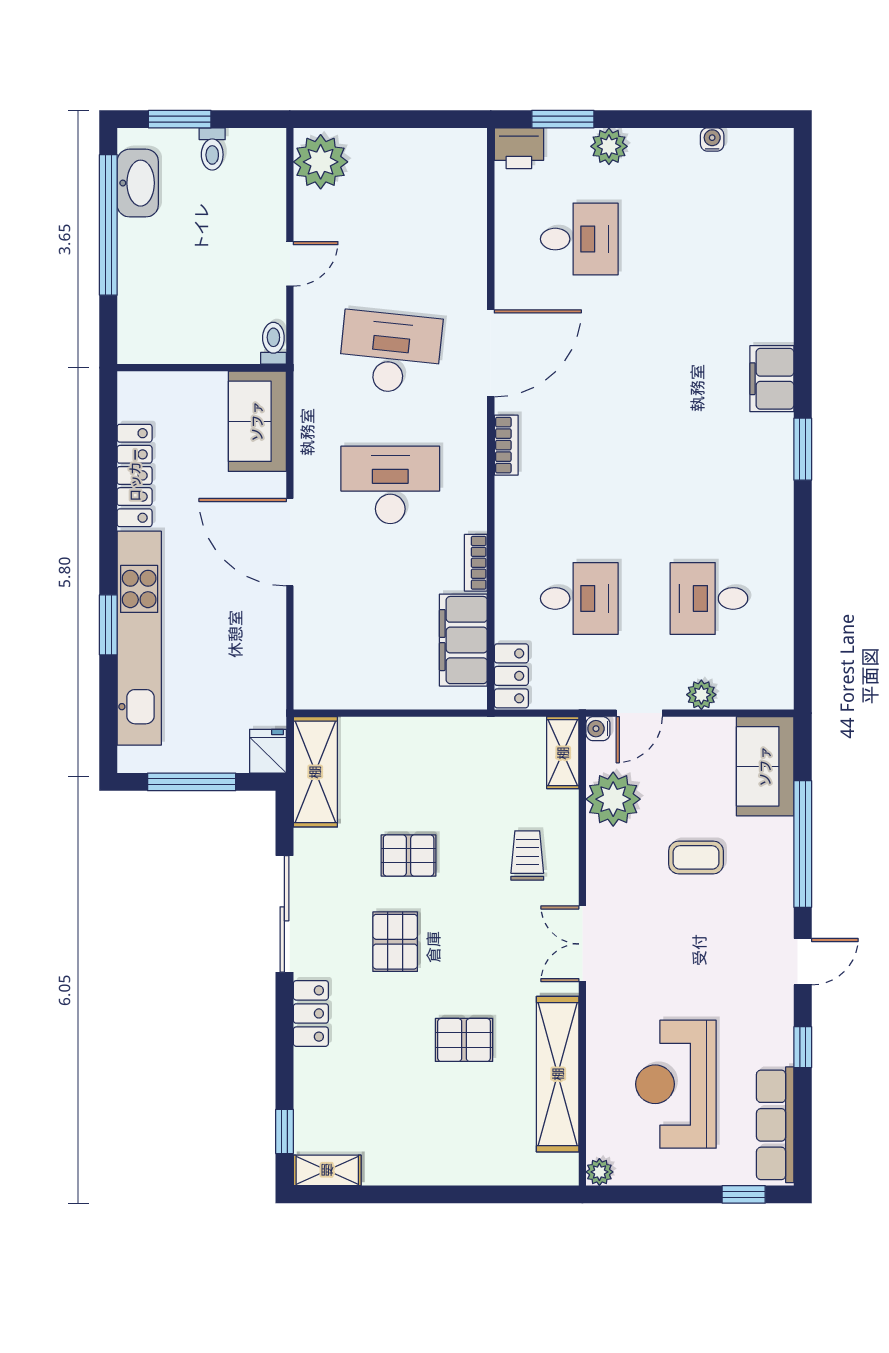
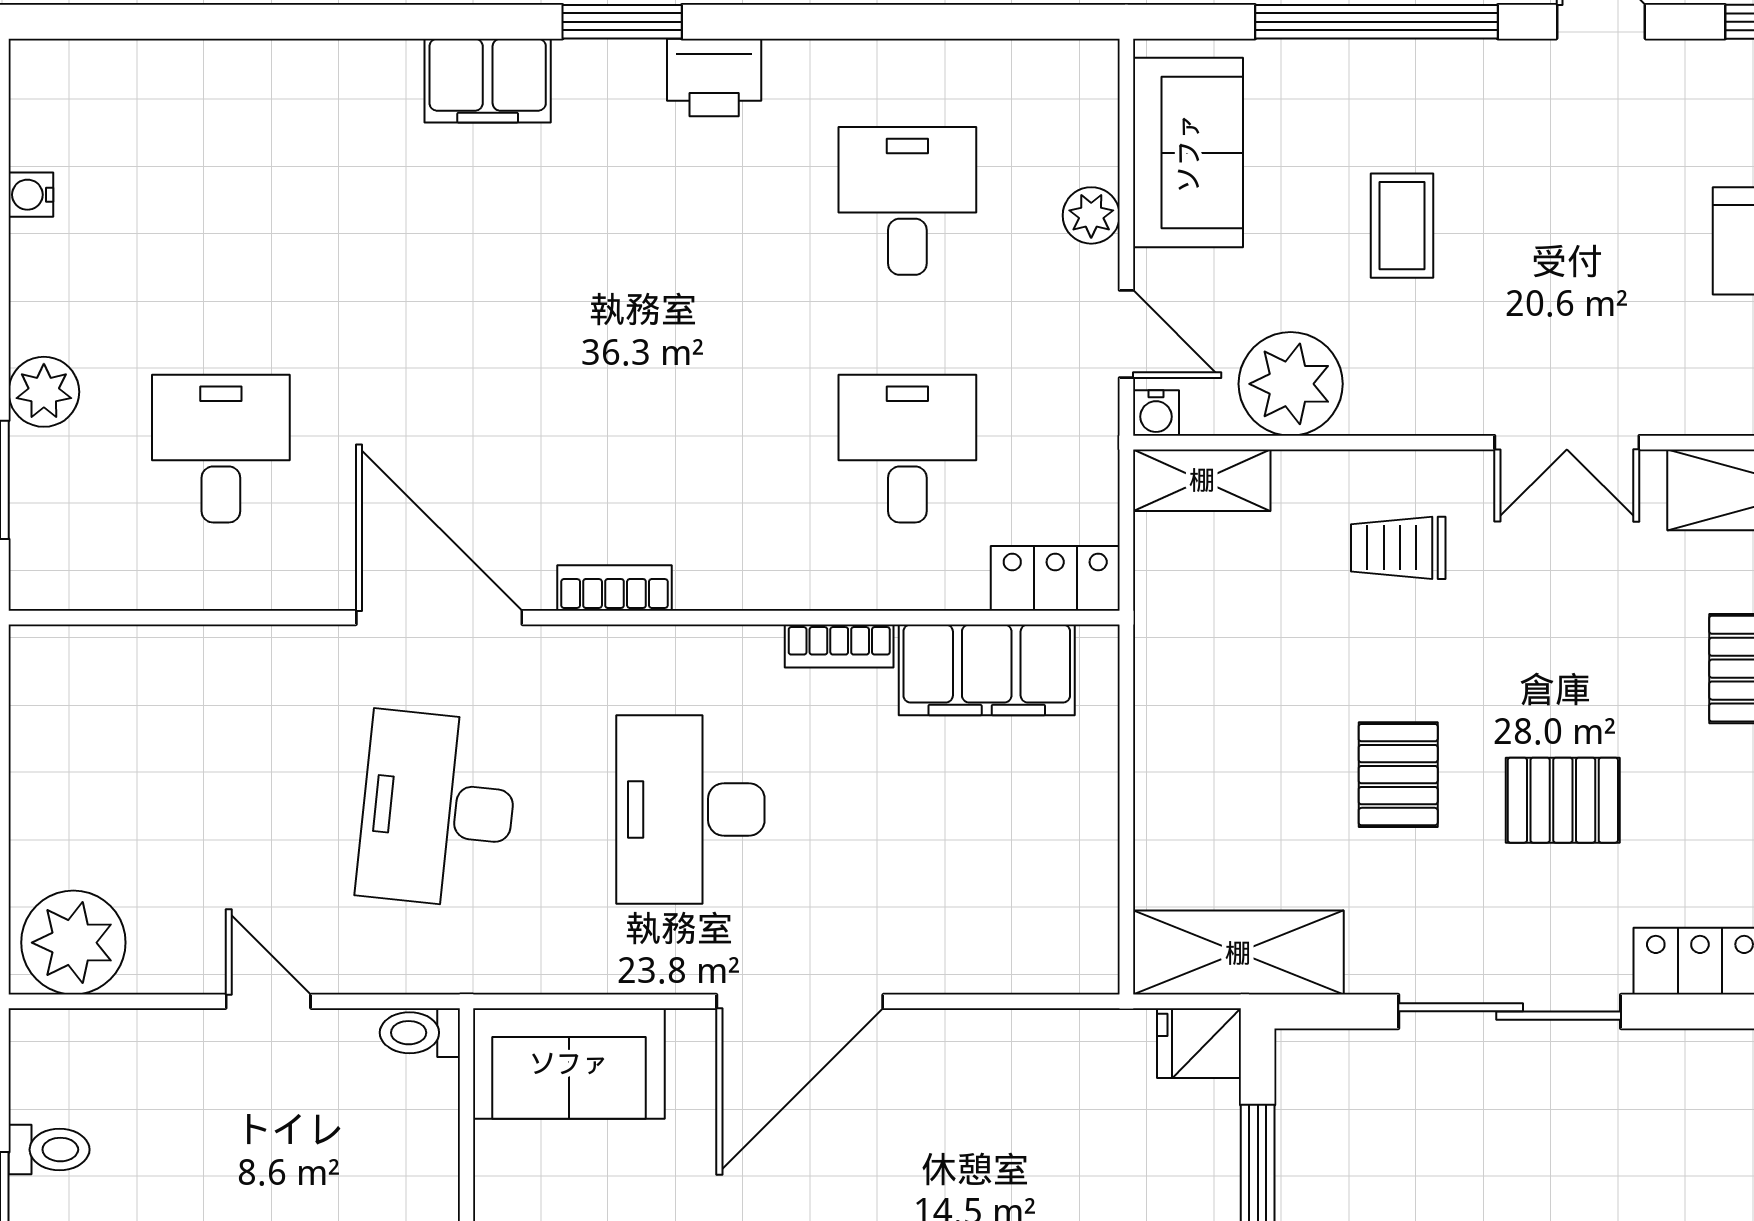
printer: (519, 148) -> (714, 77), moved, turned 90
desk: (709, 598) -> (907, 201), turned 180
sofa: (765, 766) -> (1188, 153), moved, turned -90

